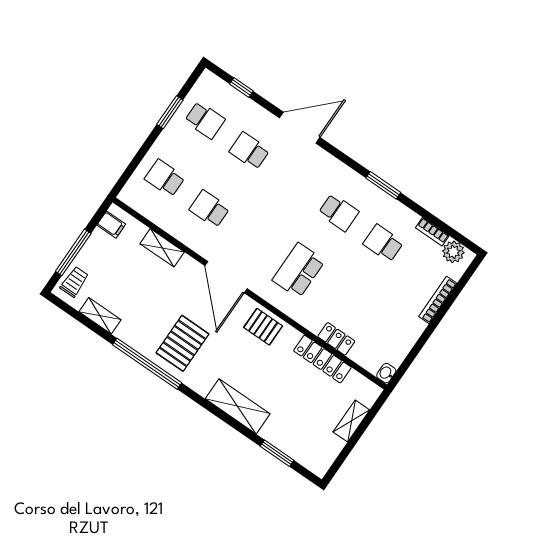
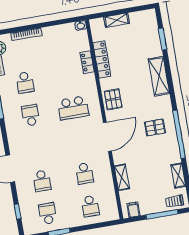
pallet: (183, 343) -> (155, 127), width x0.67, depth x0.71

